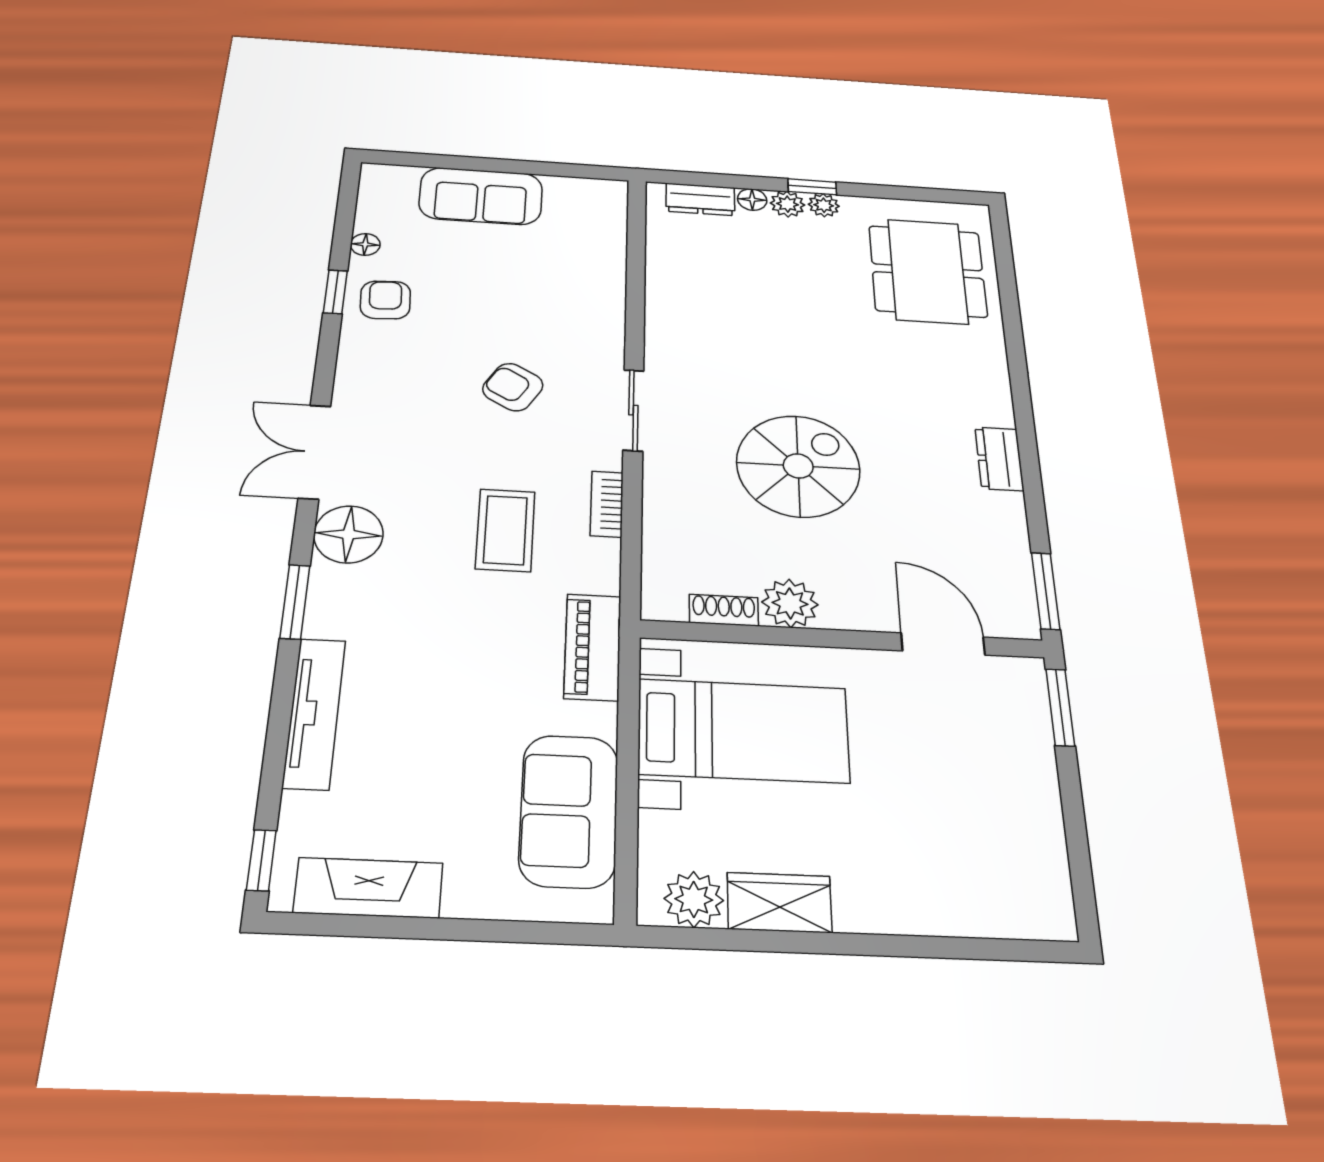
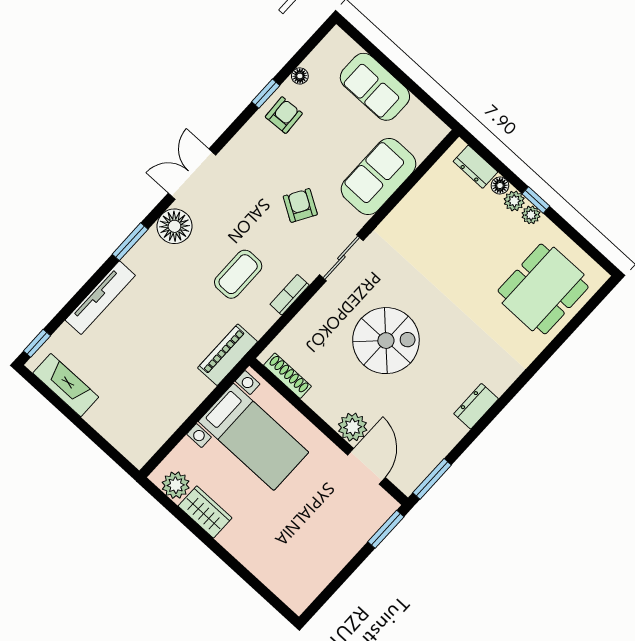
plant: (790, 603) -> (353, 427), moved
shoe rack: (724, 610) -> (288, 376), width x1.43
sofa: (569, 811) -> (379, 177), moved

